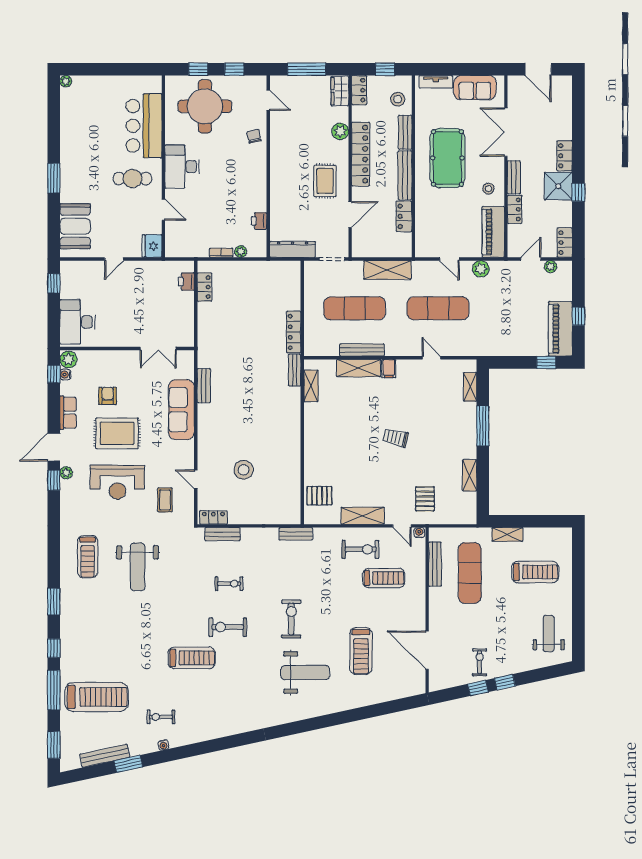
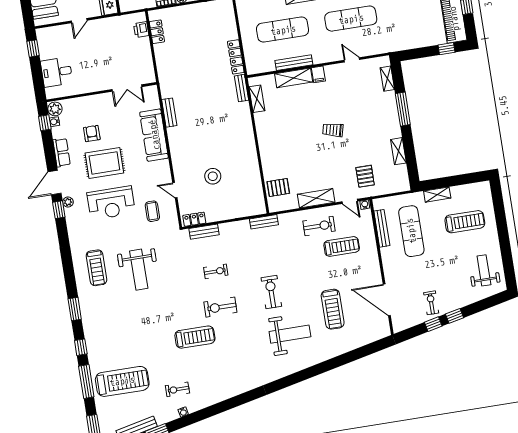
desk: (77, 322) -> (57, 72), width x0.73

